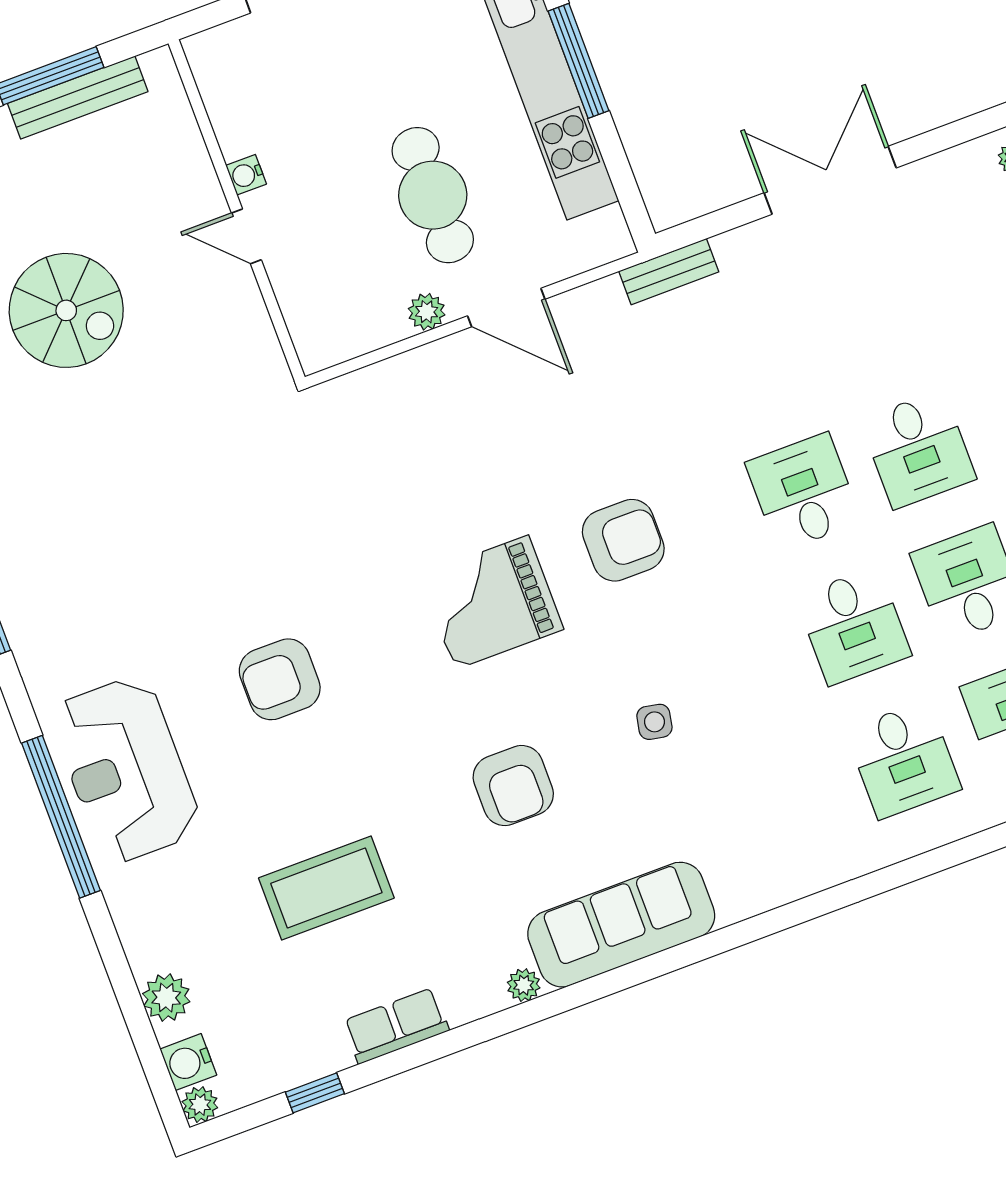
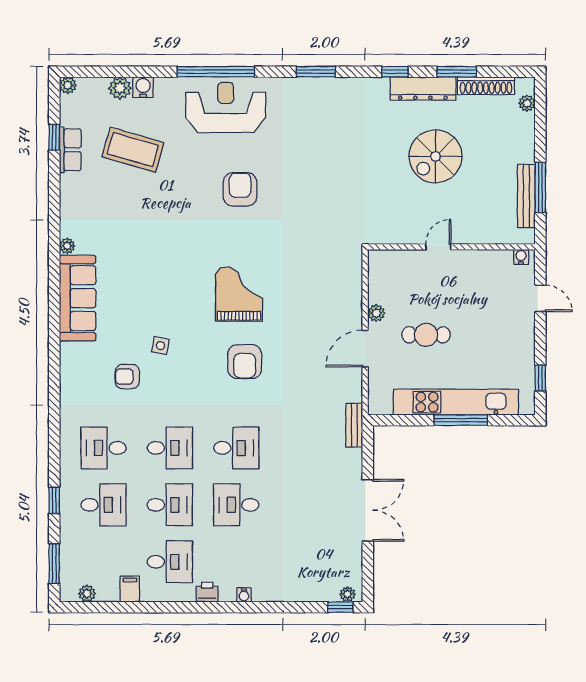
water cooler: (246, 175) -> (521, 257), moved
cafe table: (433, 195) -> (426, 335), width x0.73, depth x0.74
desk: (853, 626) -> (170, 448), turned 180
armchair: (513, 786) -> (127, 377), moved, width x0.72, depth x0.72
coffee table: (326, 888) -> (133, 150), moved, turned -74
row of seats: (396, 1026) -> (70, 150), moved
water cooler: (188, 1062) -> (143, 87), moved

